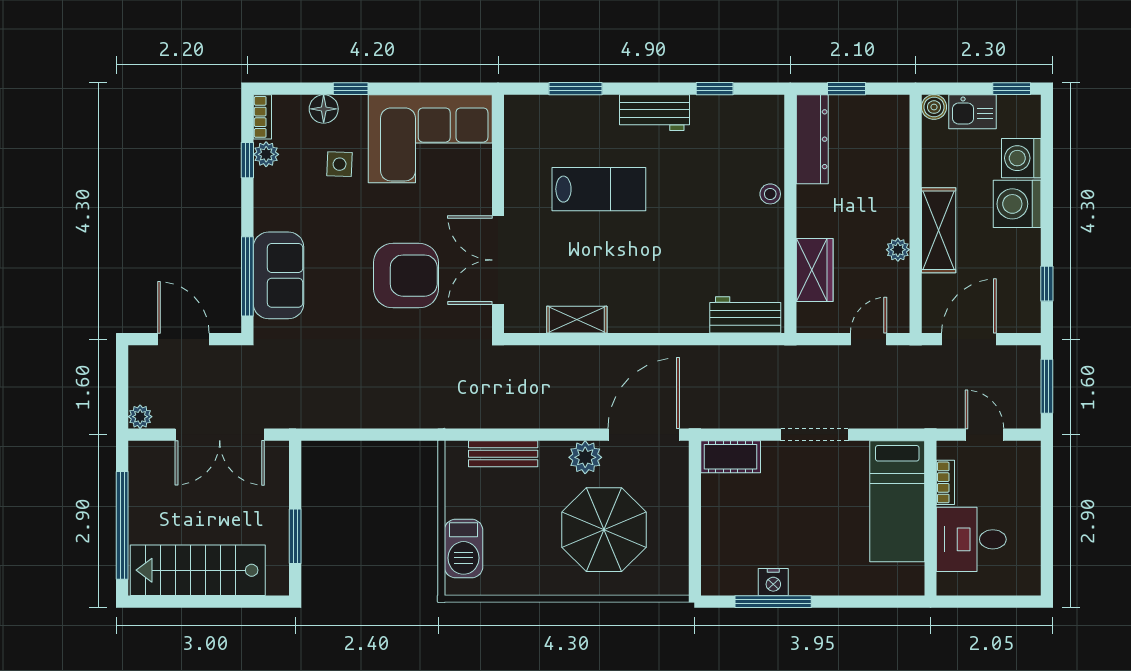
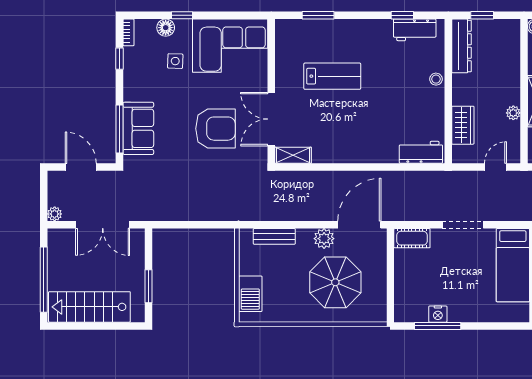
workbench: (654, 113) -> (415, 30), moved
plant: (266, 154) -> (131, 55), removed
shelving: (577, 320) -> (293, 155), moved

